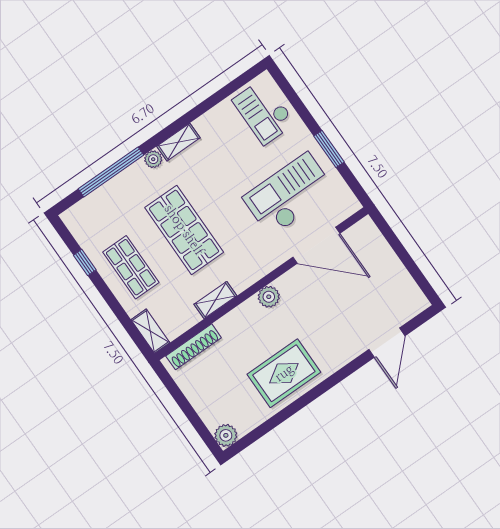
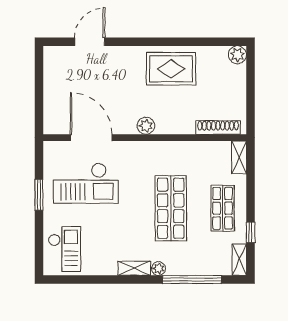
shelving: (215, 300) -> (239, 260), moved, turned 90

